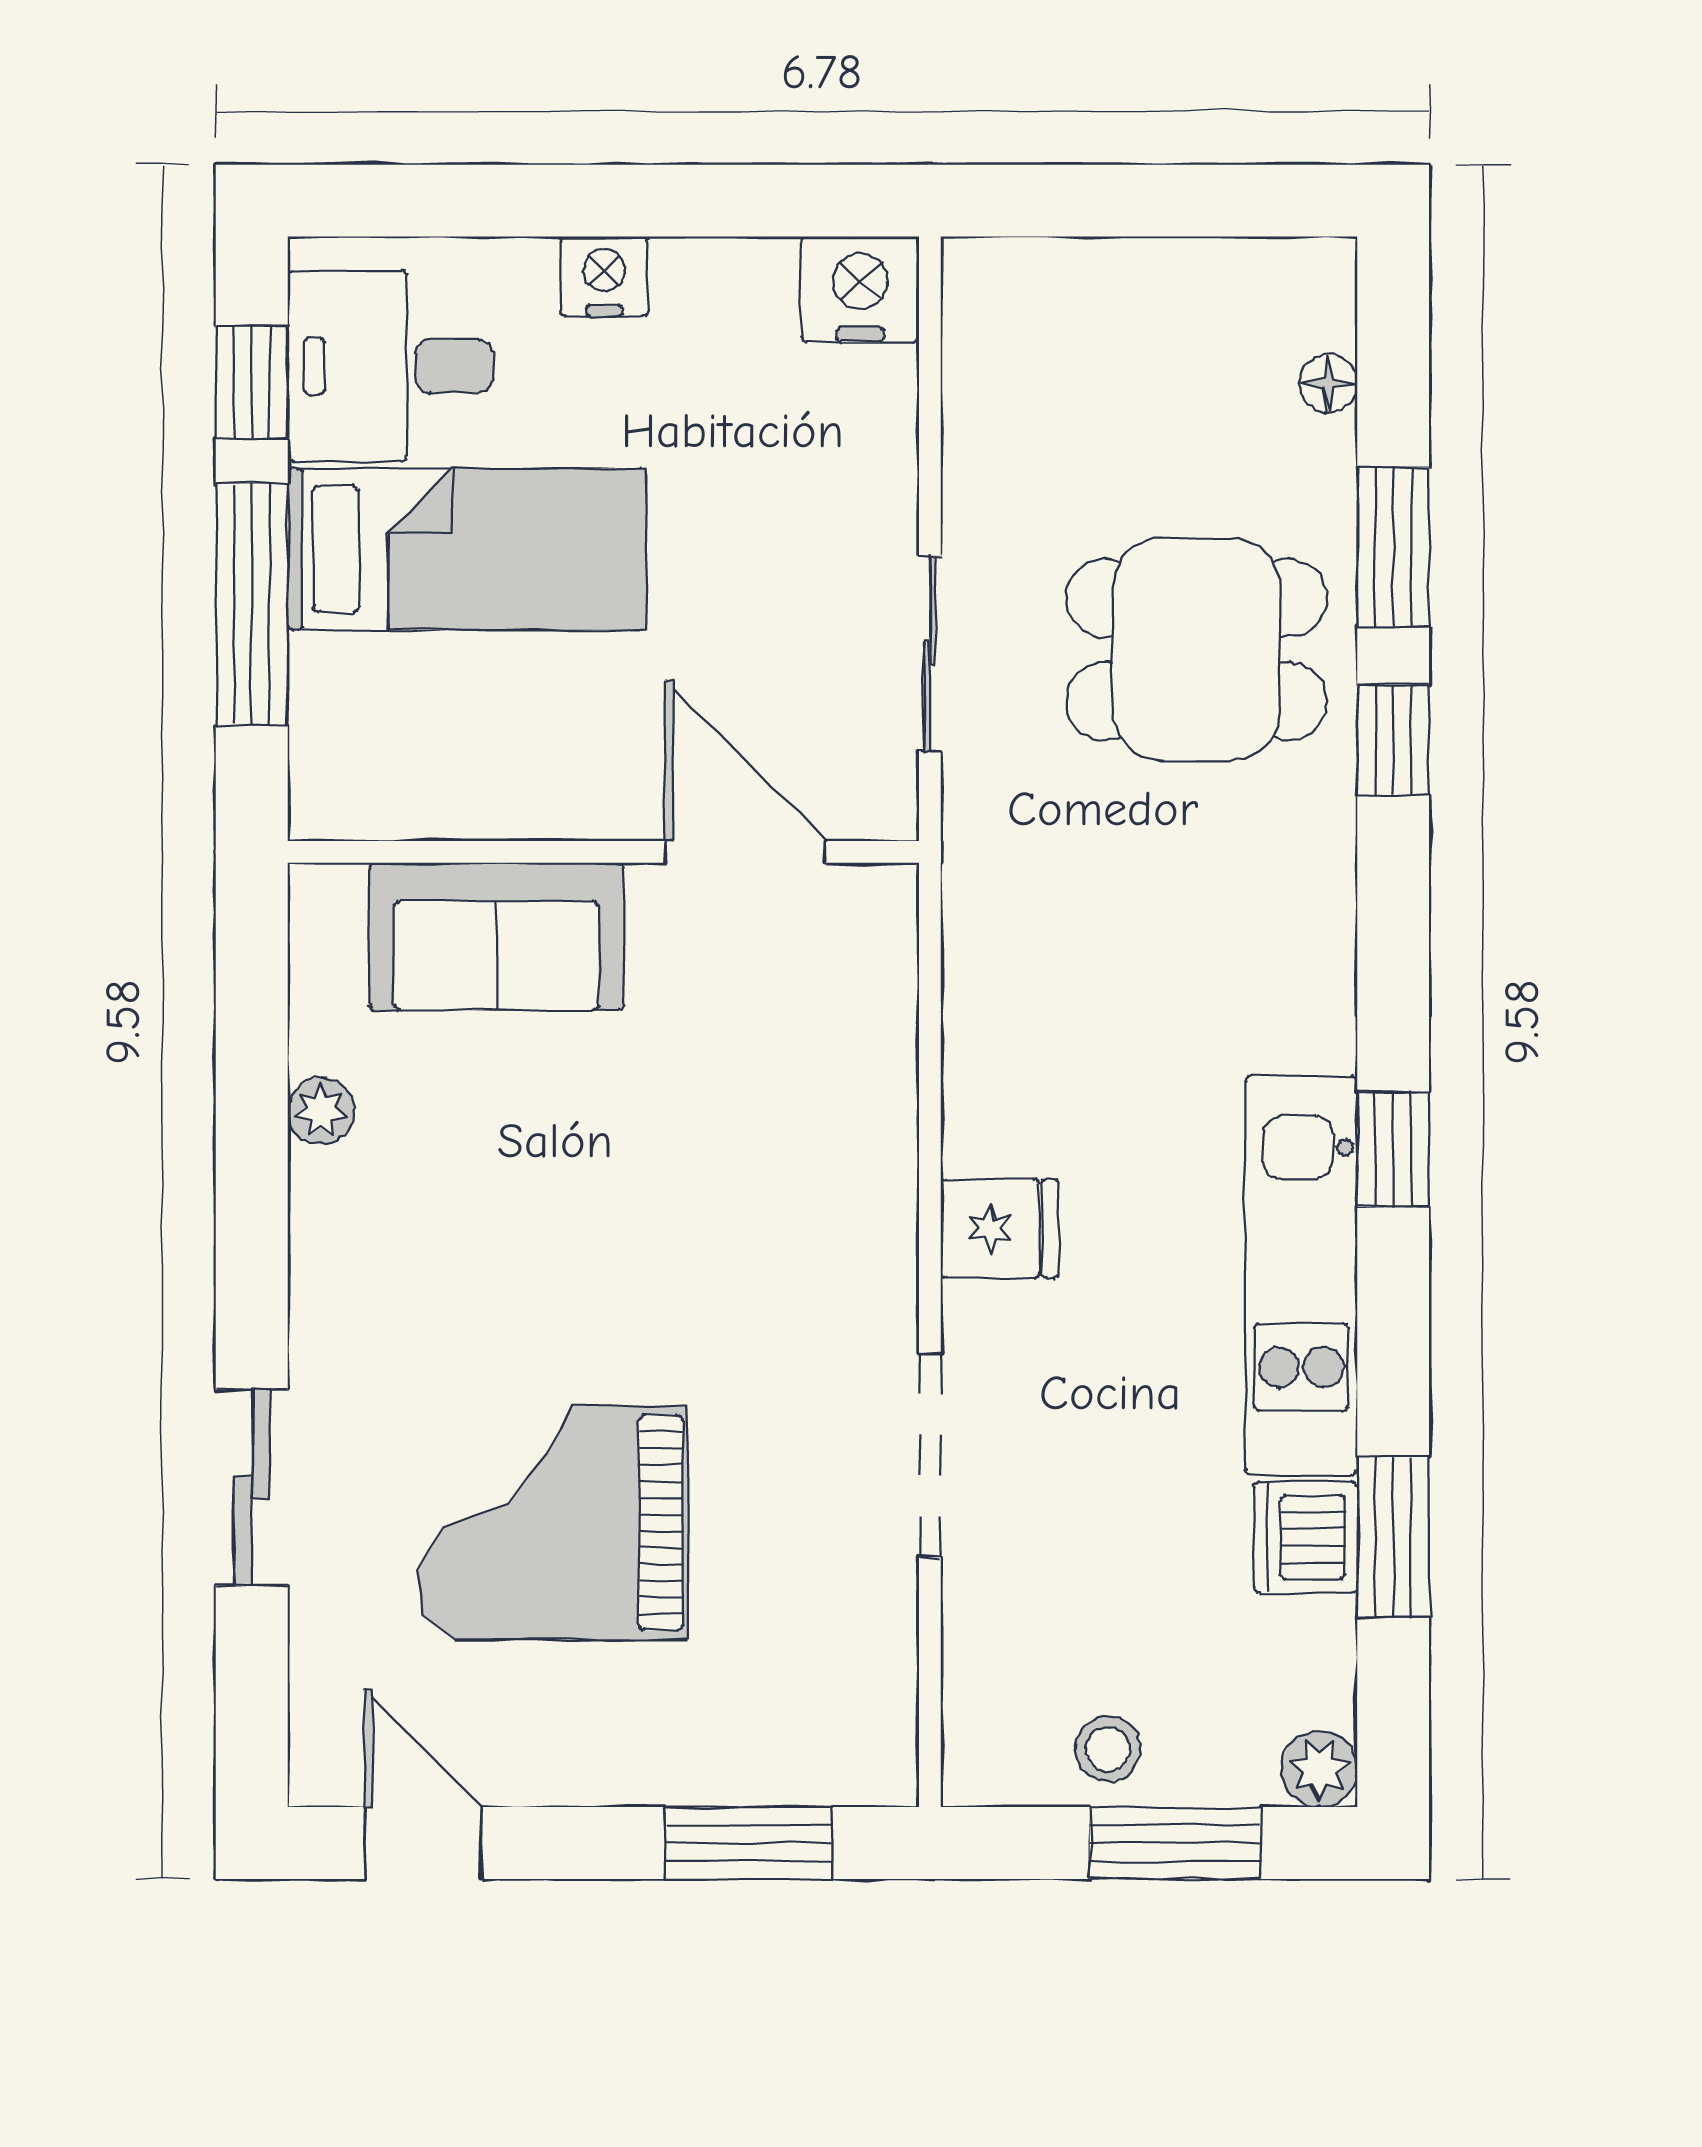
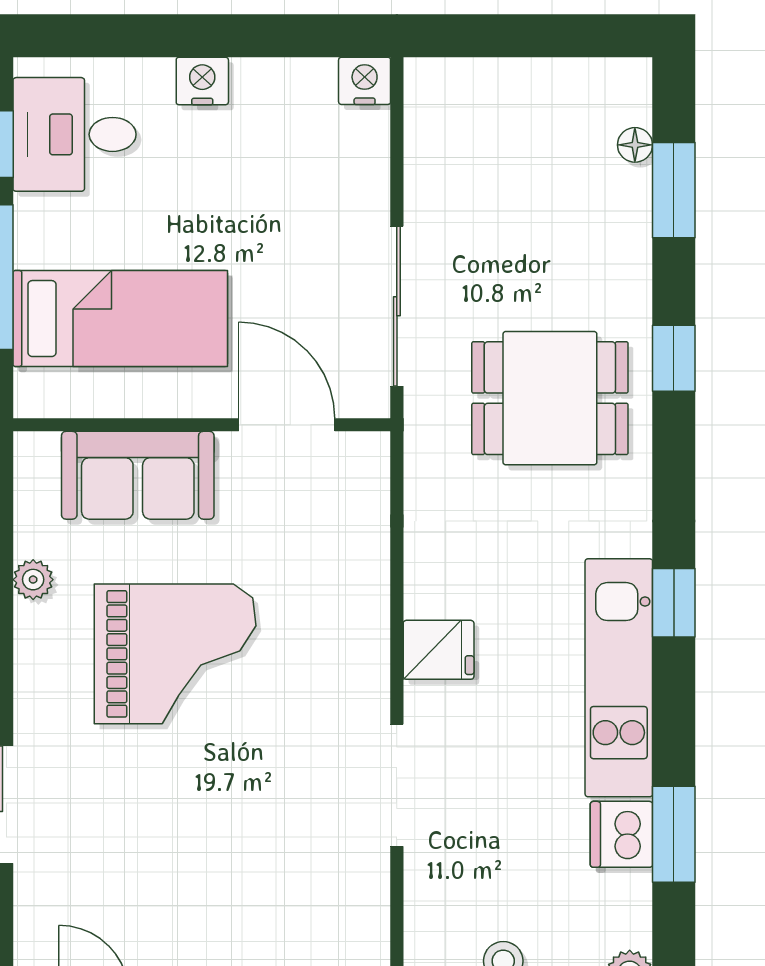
nightstand: (860, 289) -> (365, 81), width x0.74, depth x0.75
window: (1393, 547) -> (674, 190), moved
bed: (467, 549) -> (120, 319), moved
dining table: (1196, 649) -> (550, 398), moved
sliding door: (930, 653) -> (397, 306), width x1.37
grand piano: (552, 1523) -> (175, 654), moved, turned 180

